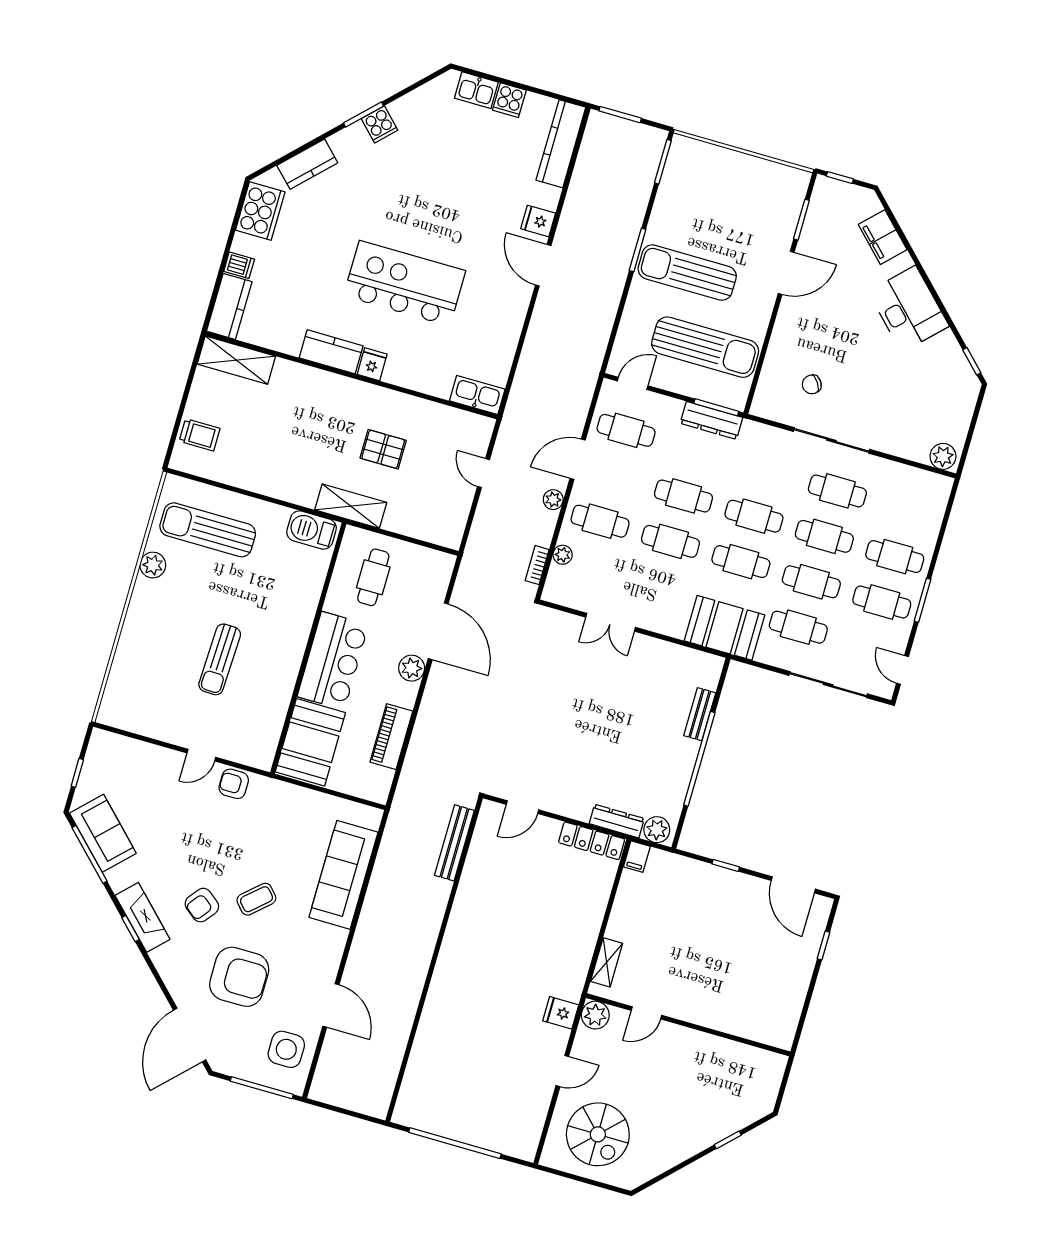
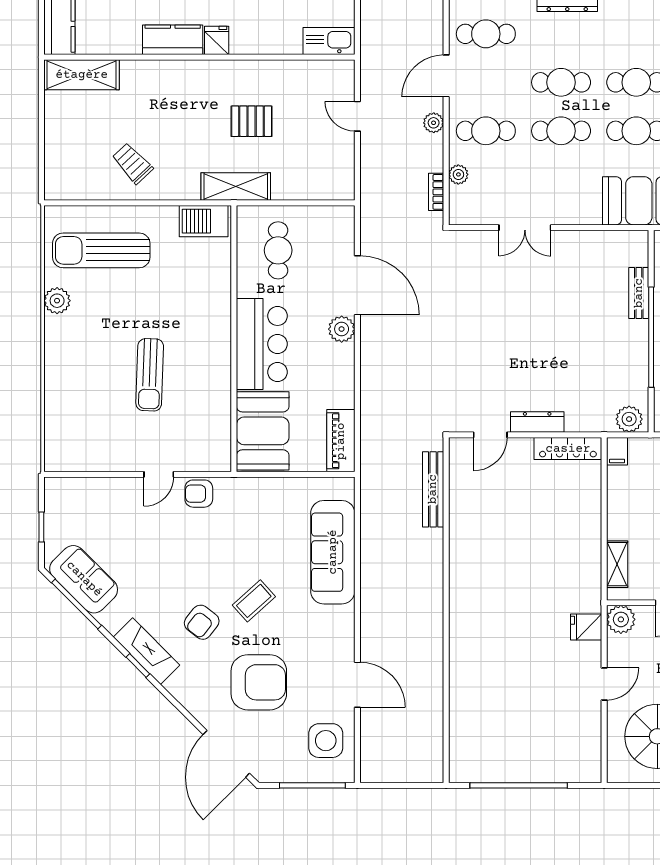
trolley: (200, 435) -> (132, 163), moved, turned -133
piano: (391, 737) -> (341, 441), moved
dresser: (617, 821) -> (537, 422), moved

